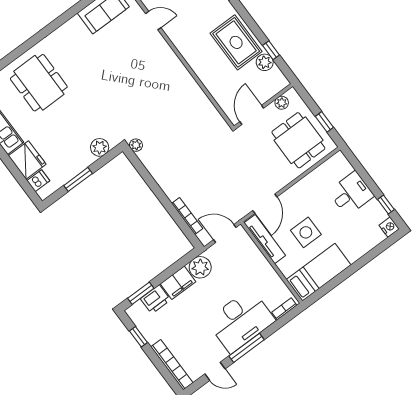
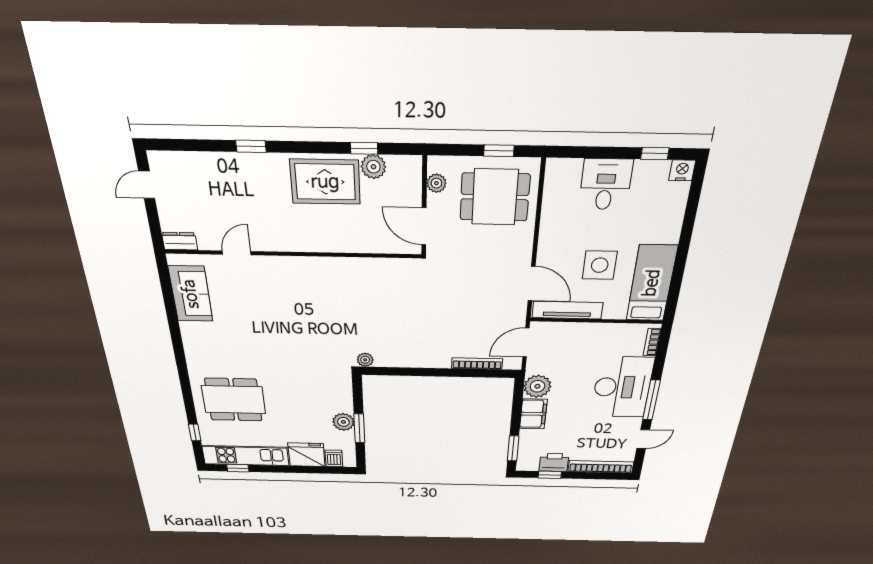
plant: (100, 147) -> (343, 422), moved
printer: (155, 299) -> (554, 462), moved, turned -90

